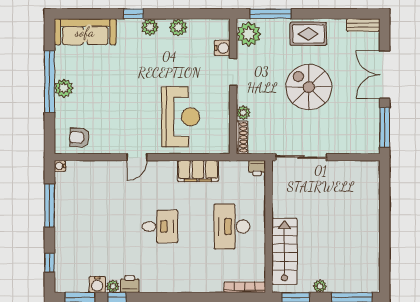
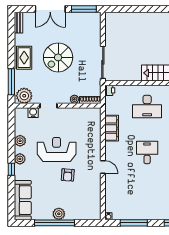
reception desk: (181, 117) -> (57, 149), moved
armchair: (79, 138) -> (68, 175), moved

